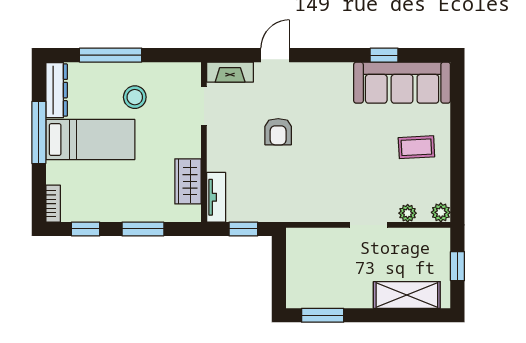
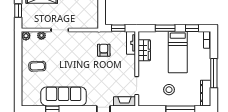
sofa: (402, 83) -> (64, 96), moved
armchair: (278, 132) -> (104, 50), moved
bed: (90, 140) -> (178, 52), moved, turned -90

